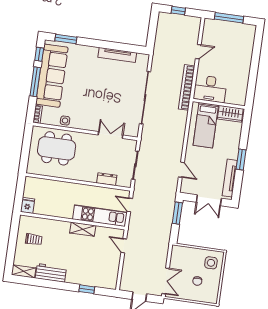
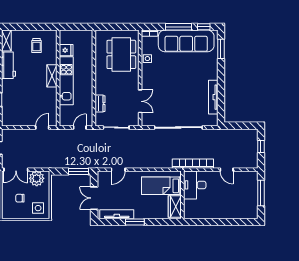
fridge: (27, 205) -> (66, 50), moved
kitchen unit: (100, 216) -> (66, 81), moved
shelving: (83, 229) -> (52, 76), moved
plant: (178, 260) -> (37, 178), added

